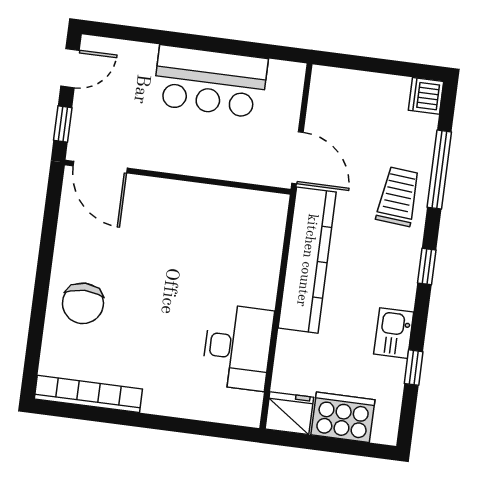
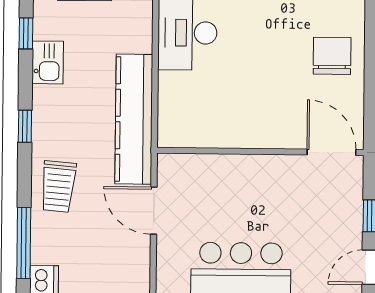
door: (100, 167) -> (331, 152), moved
window: (439, 170) -> (24, 243), moved
wall: (178, 177) -> (260, 151), moved

